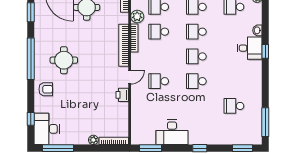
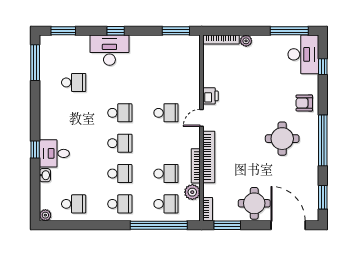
desk: (172, 132) -> (109, 50), moved

